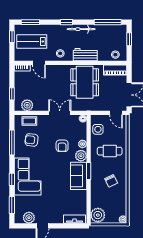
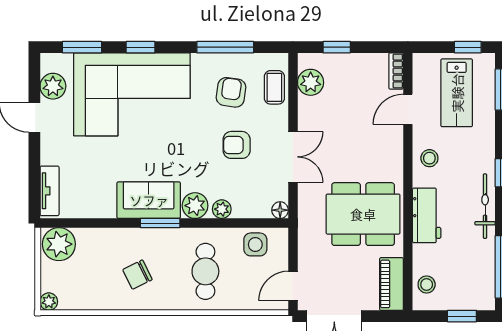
lab bench: (32, 42) -> (457, 93), turned 180
armchair: (62, 146) -> (237, 145), moved
corner sofa: (28, 176) -> (132, 94), width x1.36, depth x1.36

